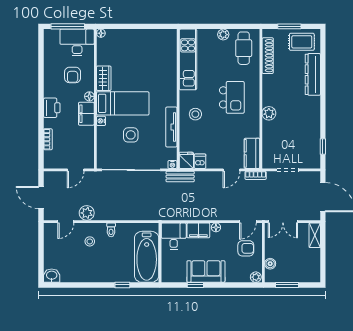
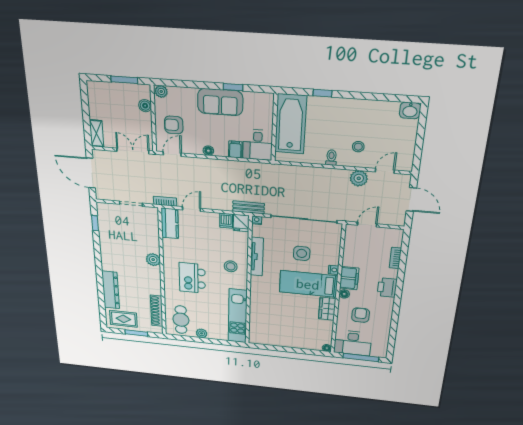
filing cabinet: (198, 230) -> (235, 149), width x0.50

